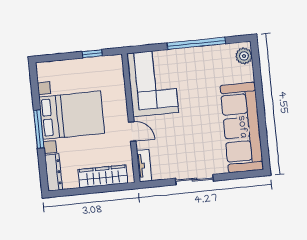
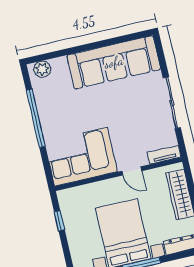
door: (132, 131) -> (132, 171), swing flipped
sliding door: (194, 180) -> (172, 103), width x1.37

